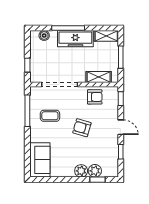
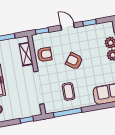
armchair: (95, 97) -> (45, 54), turned 90
door: (121, 127) -> (68, 26), hinge flipped
armchair: (82, 128) -> (74, 61), turned 111

